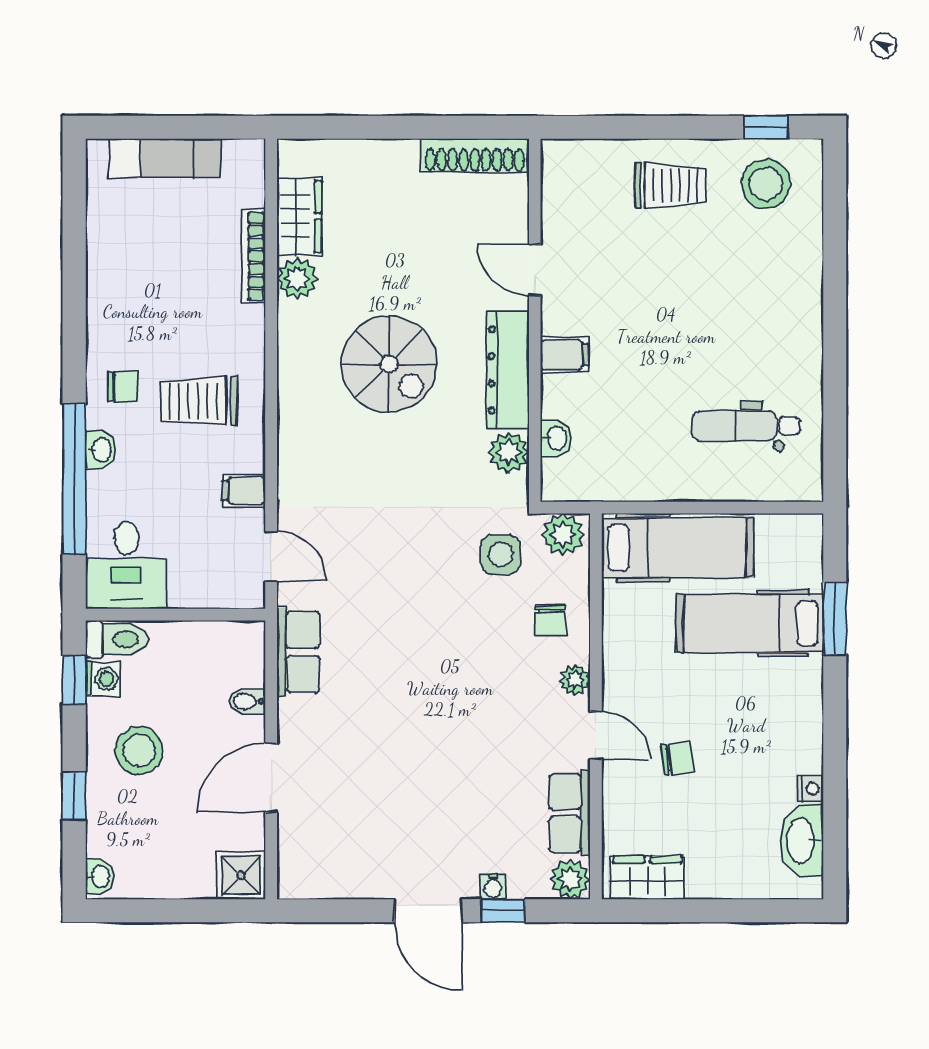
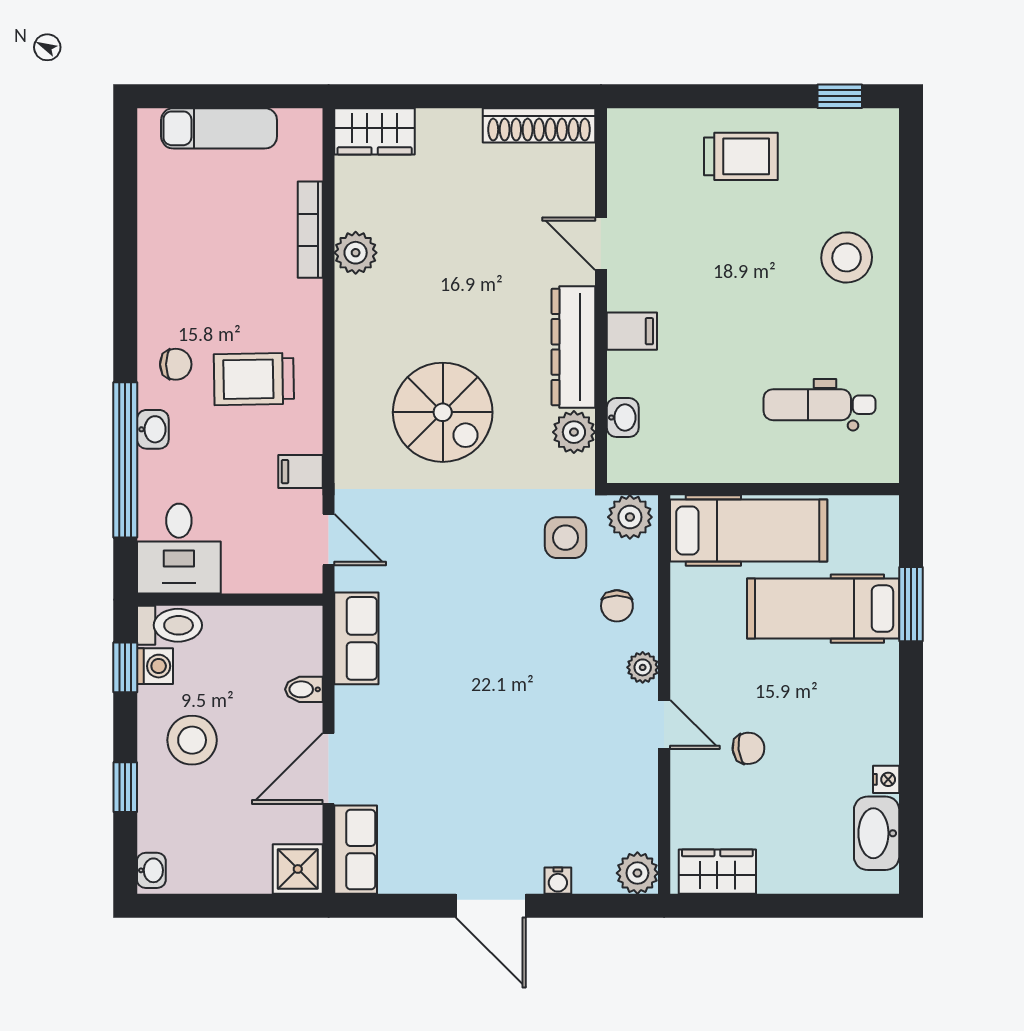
stool: (766, 184) -> (847, 257), moved
wardrobe: (299, 216) -> (375, 131), moved, turned 90
spiral stairs: (389, 364) -> (443, 412), moved
row of seats: (570, 813) -> (356, 850), moved, turned 180
window: (503, 911) -> (568, 906), removed

